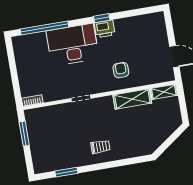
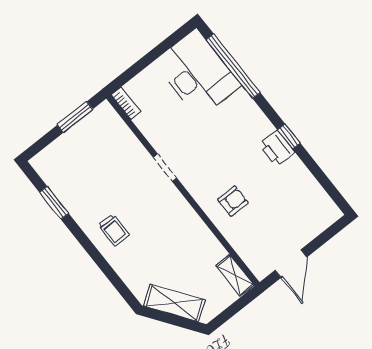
desk: (73, 45) -> (197, 74), moved
shelving: (132, 99) -> (174, 303), moved, turned -36

